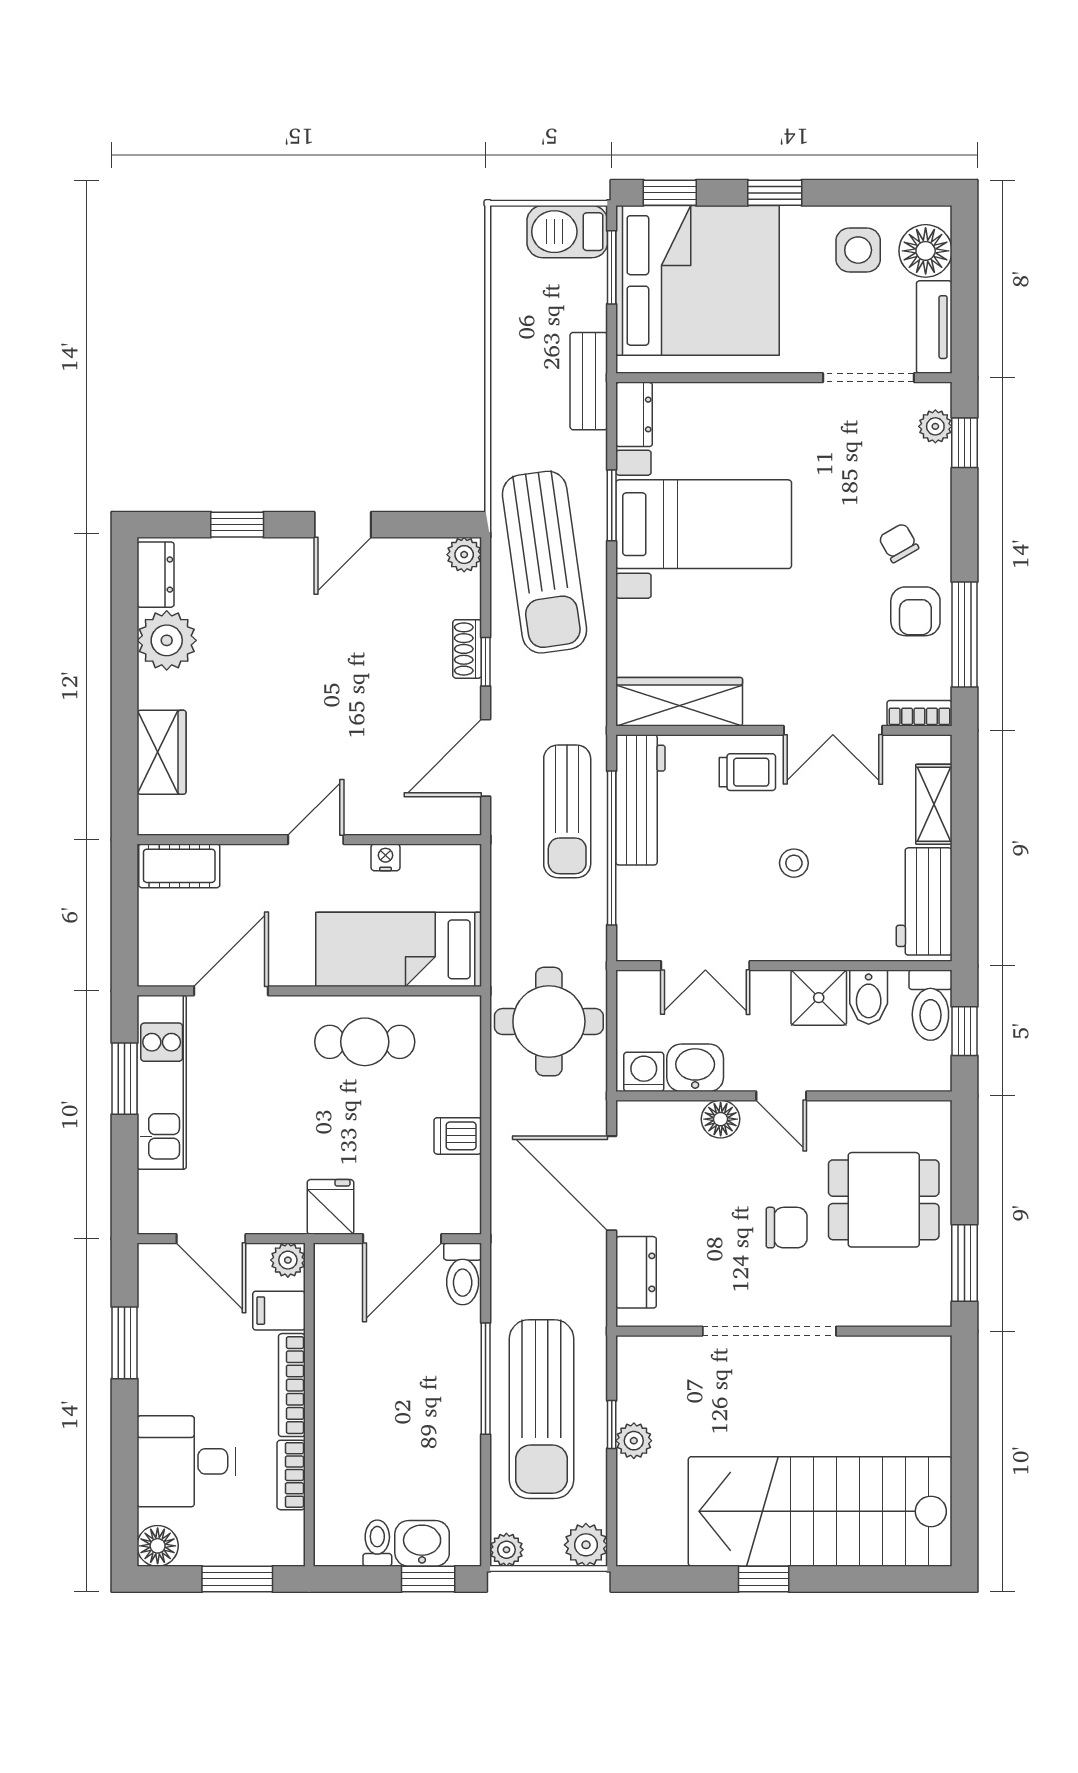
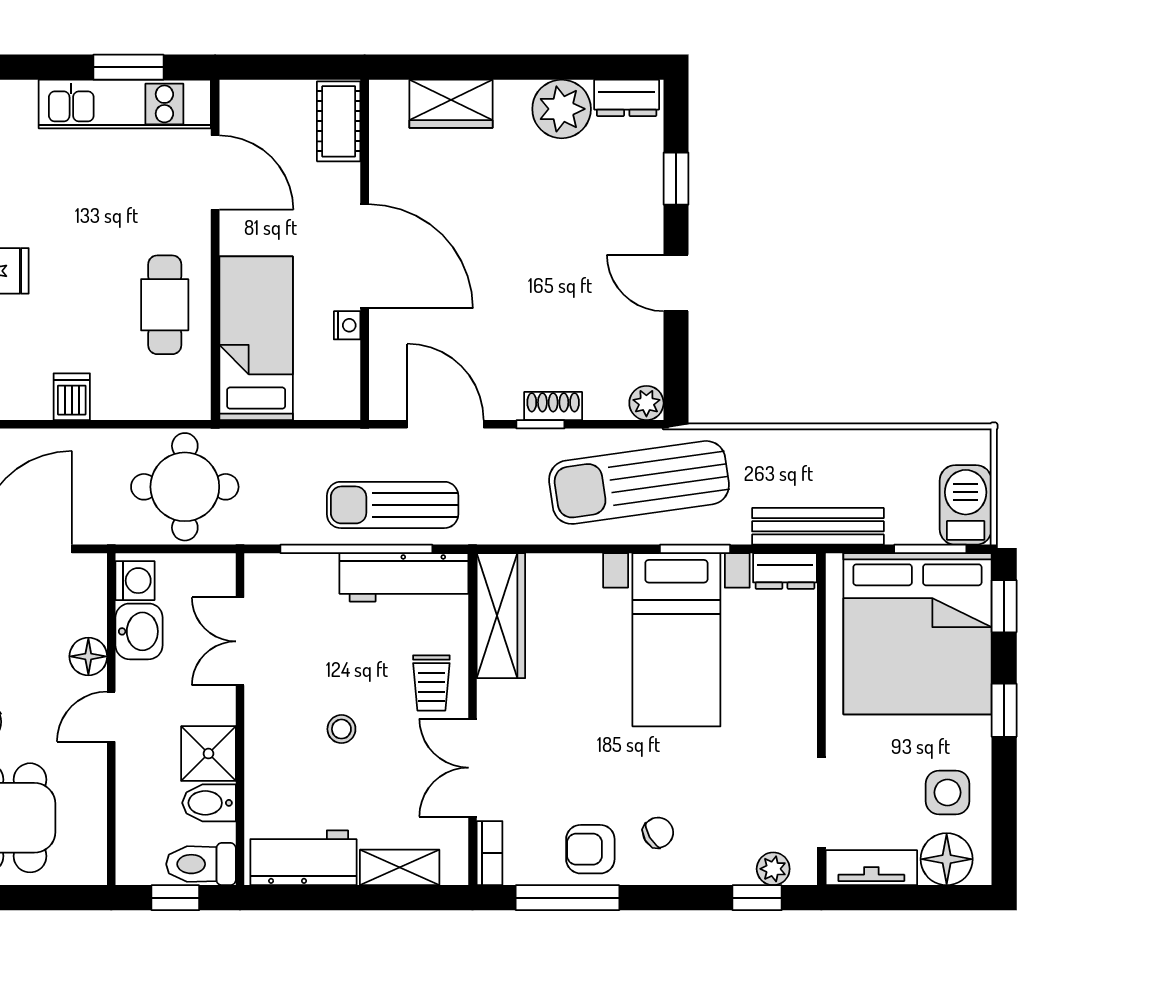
bench: (589, 381) -> (818, 526), width x1.36
door: (316, 840) -> (365, 256), width x1.88

